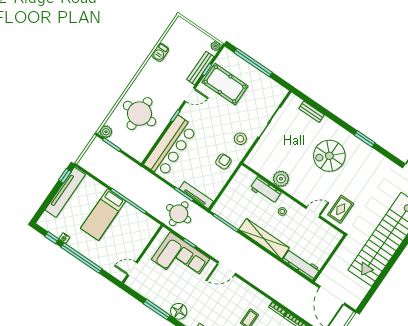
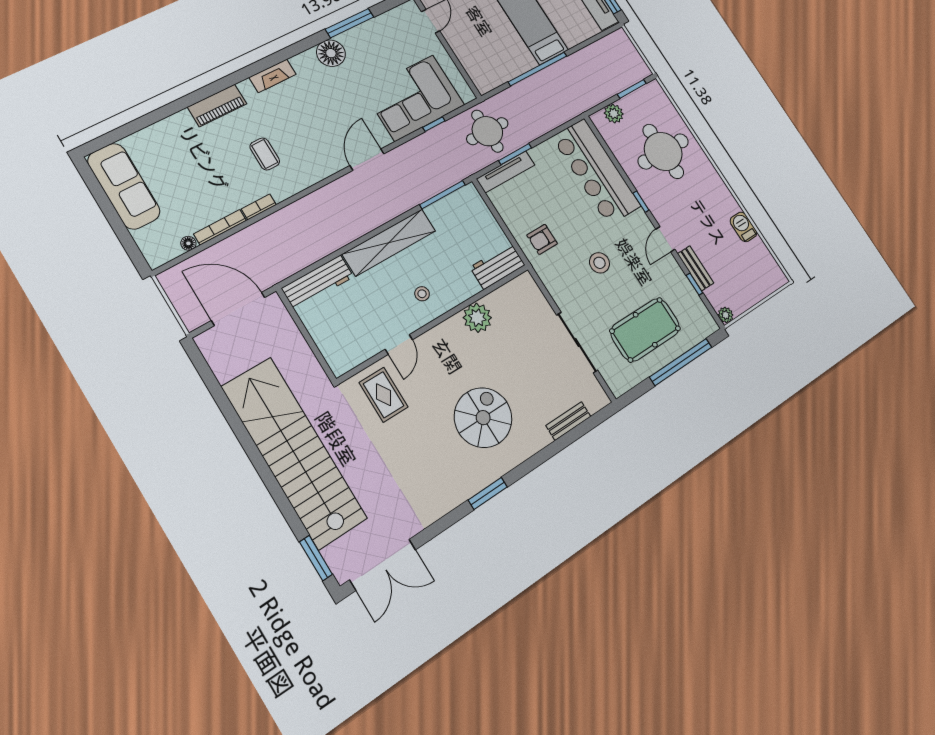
bench: (200, 68) -> (696, 268), width x0.73
pool table: (225, 84) -> (645, 330), moved
plant: (106, 132) -> (614, 113), moved
stool: (240, 139) -> (599, 263), moved
armchair: (223, 162) -> (542, 239), turned 90
workbench: (266, 190) -> (498, 266), moved

